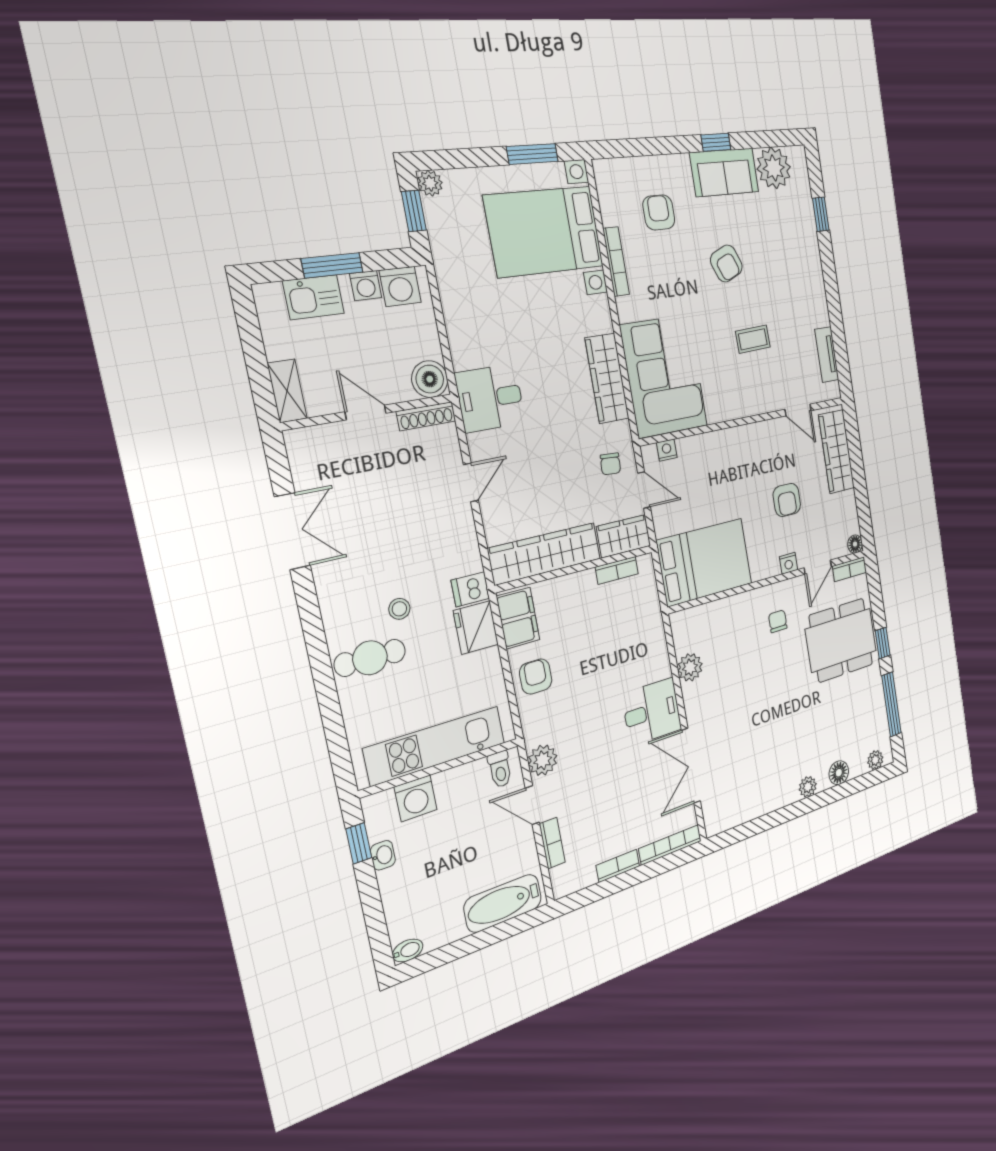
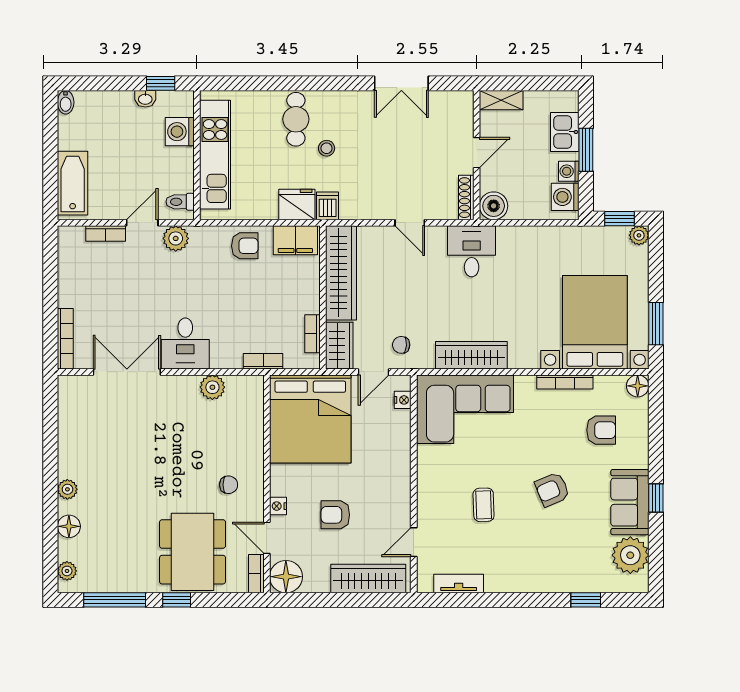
floor lamp: (605, 172) -> (638, 386), added
floor lamp: (855, 544) -> (286, 577), width x1.89, depth x1.89
bed: (705, 562) -> (310, 419), width x1.36
bookcase: (618, 866) -> (263, 361), moved, turned -90

